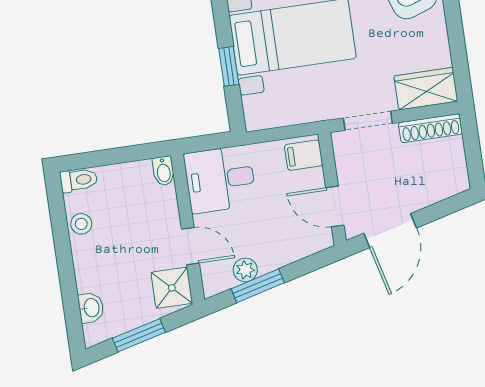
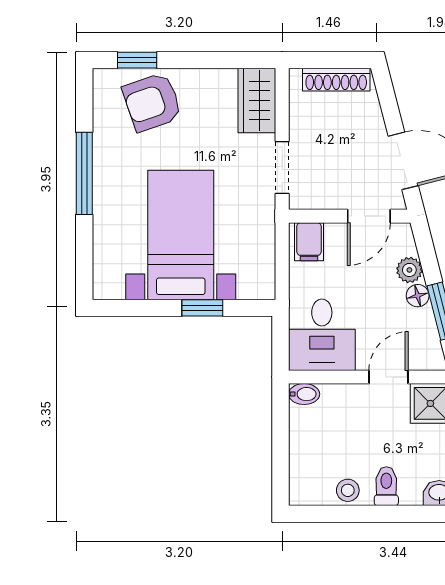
shoe rack: (430, 128) -> (336, 80), moved, turned 90
toilet: (79, 180) -> (386, 486), moved
floor lamp: (269, 262) -> (418, 296), added
plant: (245, 270) -> (409, 270), moved

